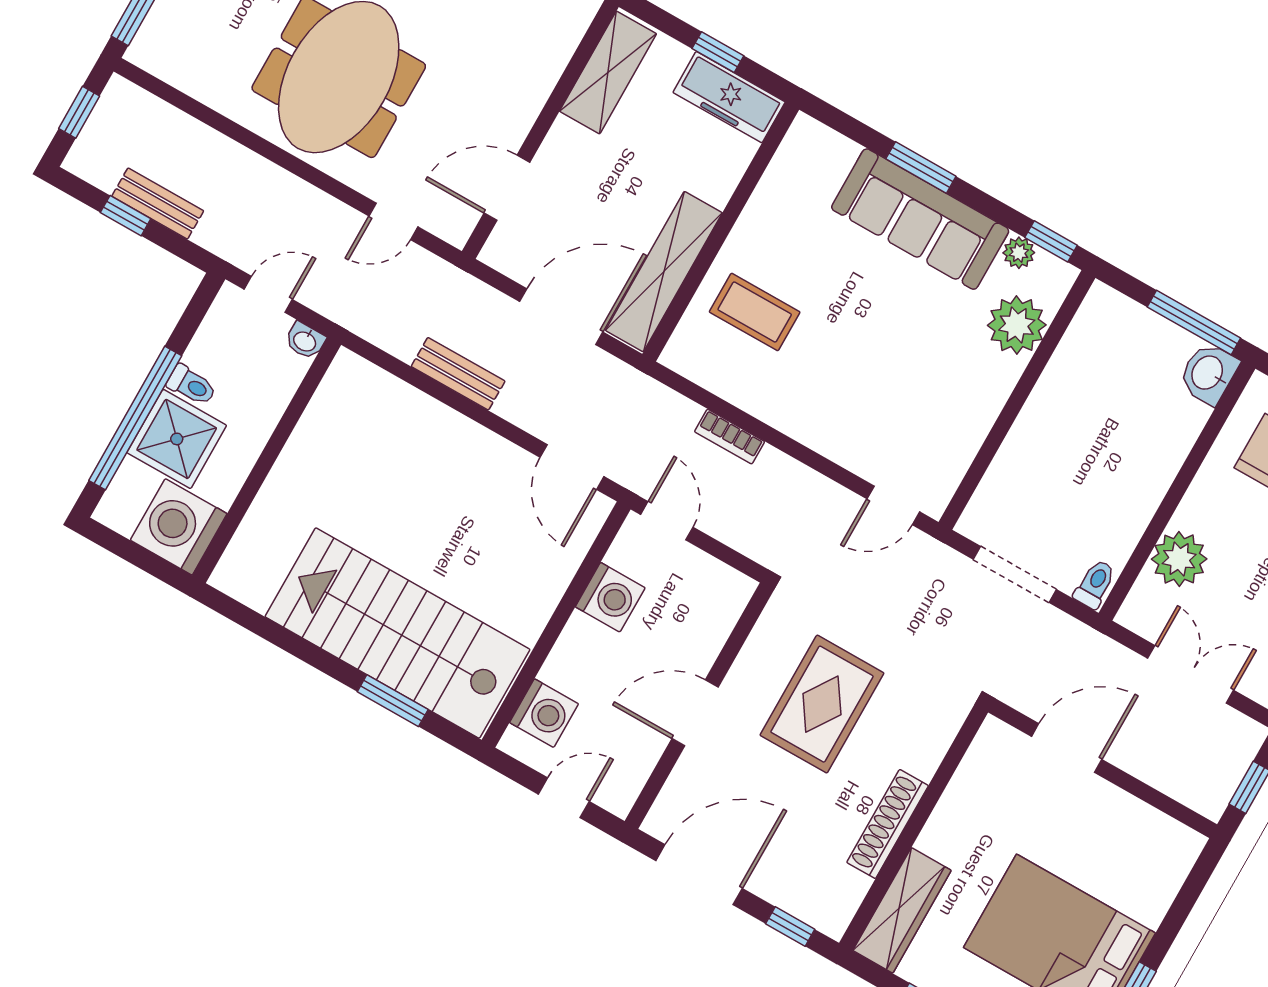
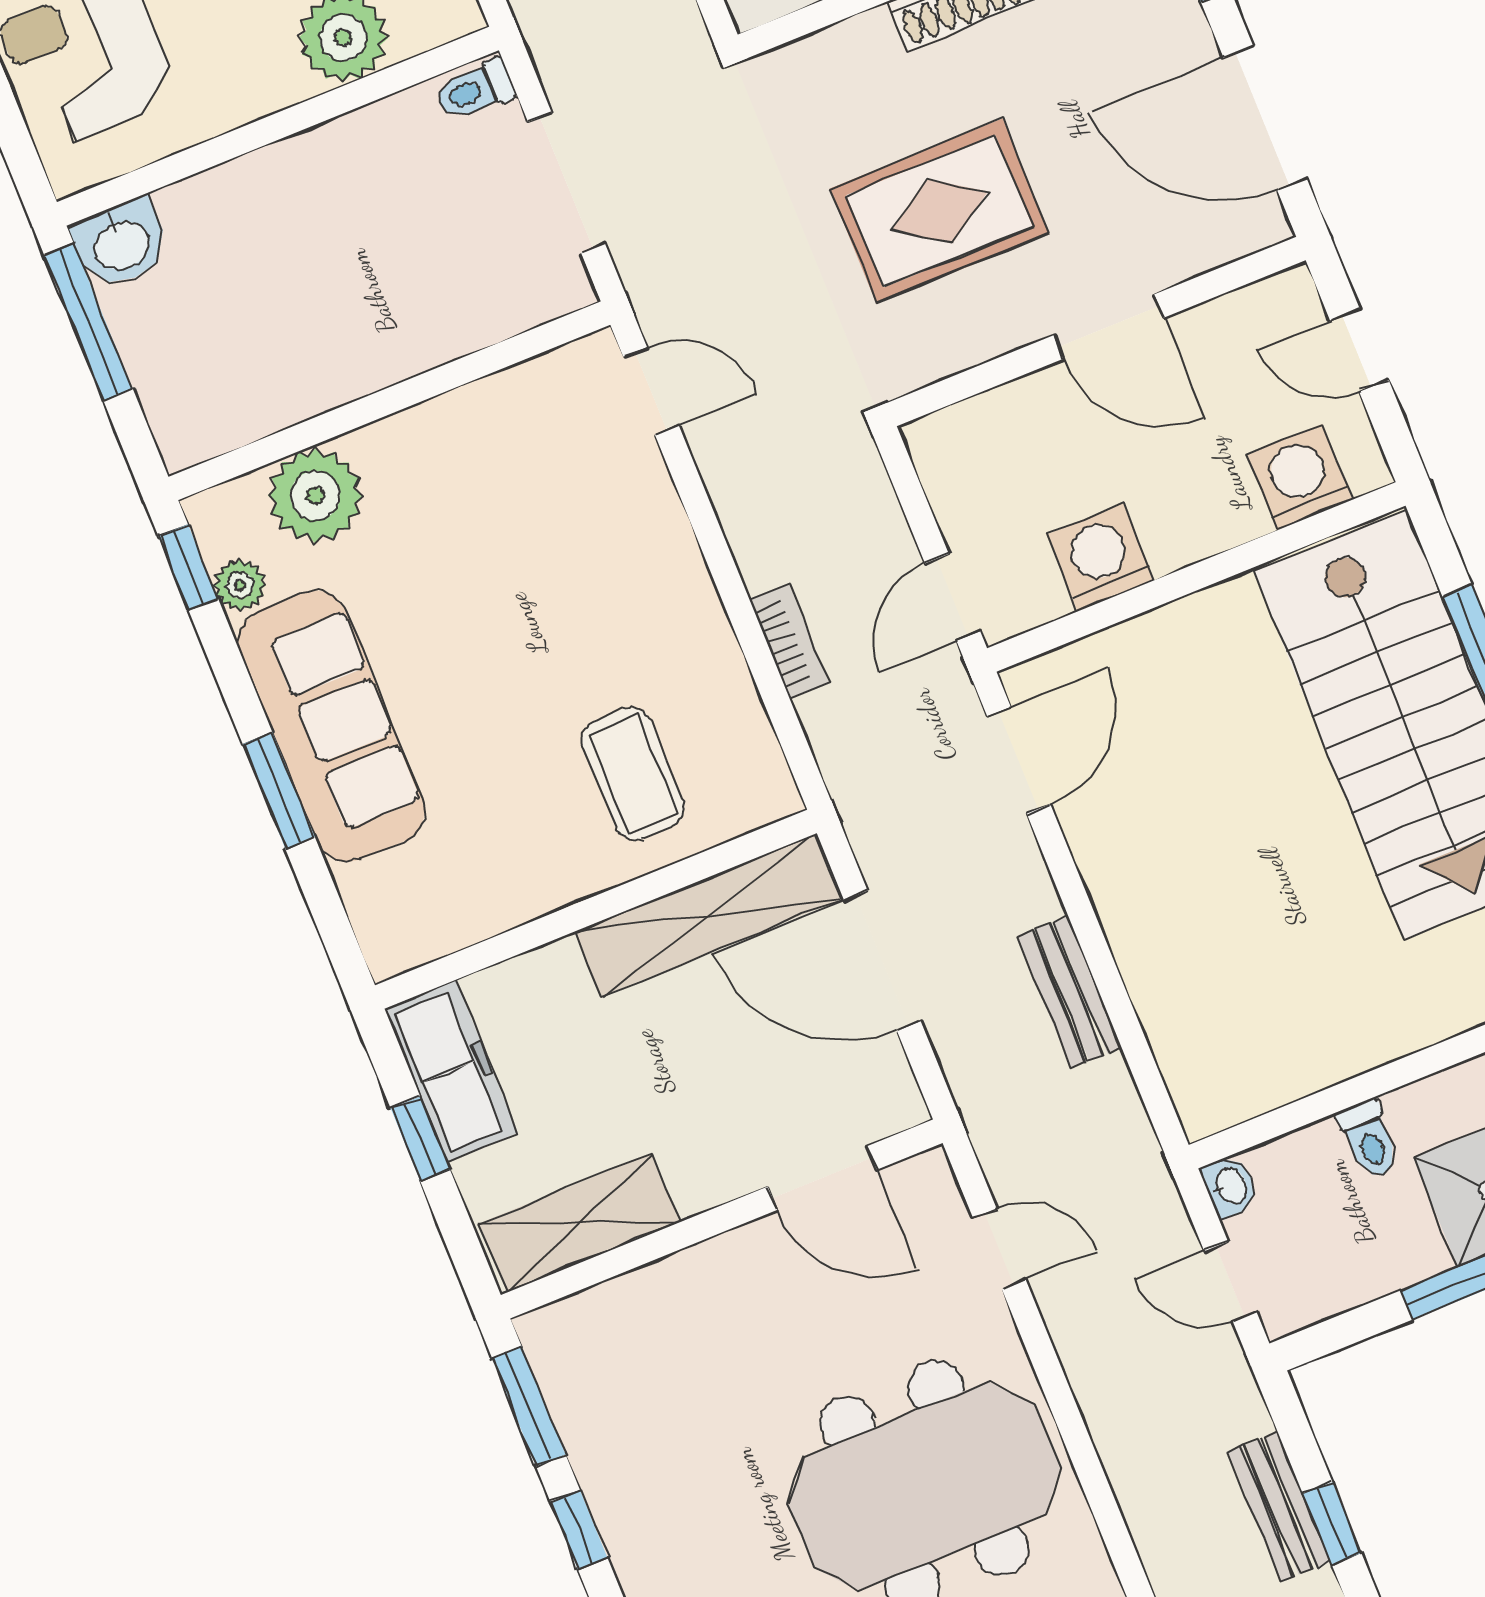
toilet: (192, 385) -> (1369, 1139), moved, turned 180

